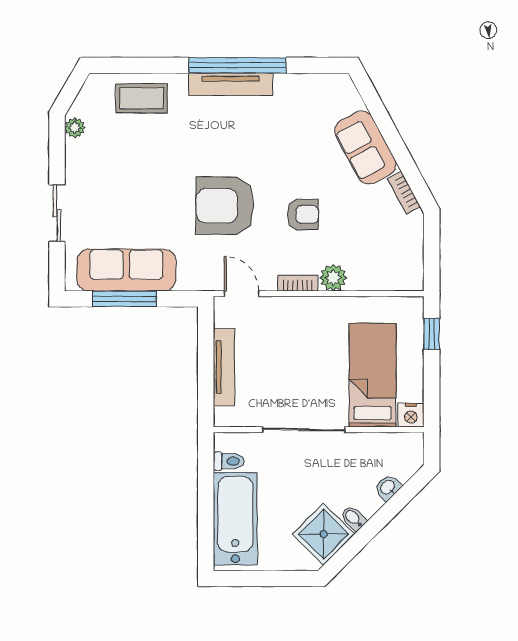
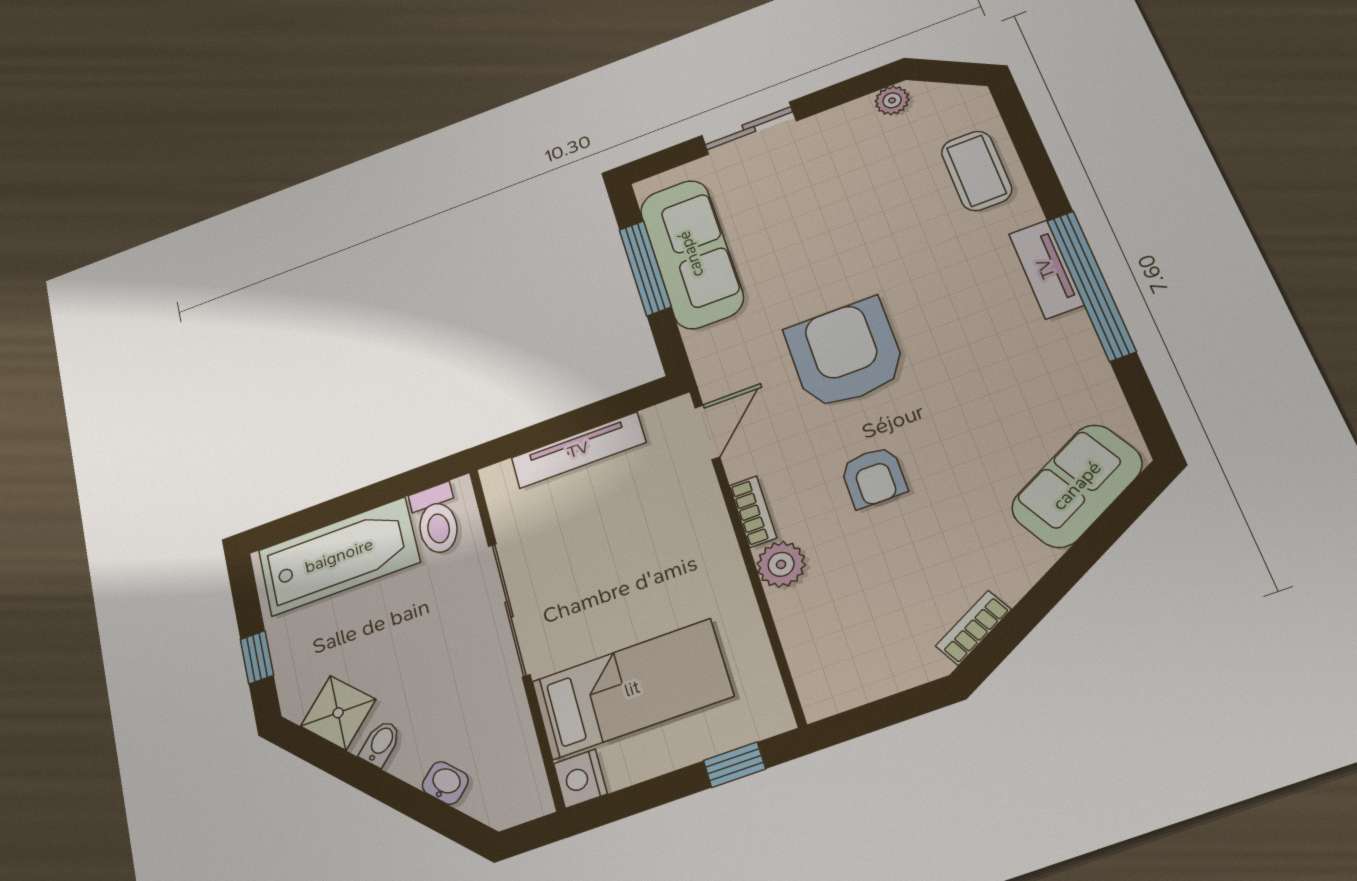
tv unit: (231, 84) -> (1046, 269), width x0.71
sofa: (365, 147) -> (1077, 486), moved
toilet: (229, 461) -> (436, 520), width x1.37, depth x1.39
shower: (324, 534) -> (338, 713), width x0.73, depth x0.73
window: (278, 578) -> (257, 657), added

